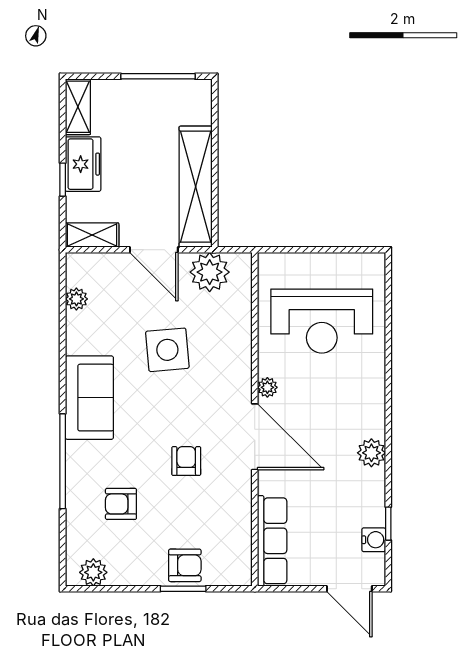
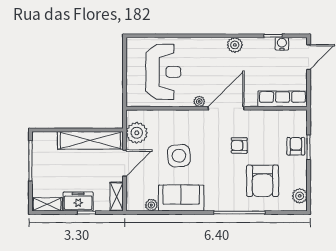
sofa: (89, 398) -> (181, 198), moved
armchair: (121, 504) -> (263, 181), width x1.88, depth x1.88

